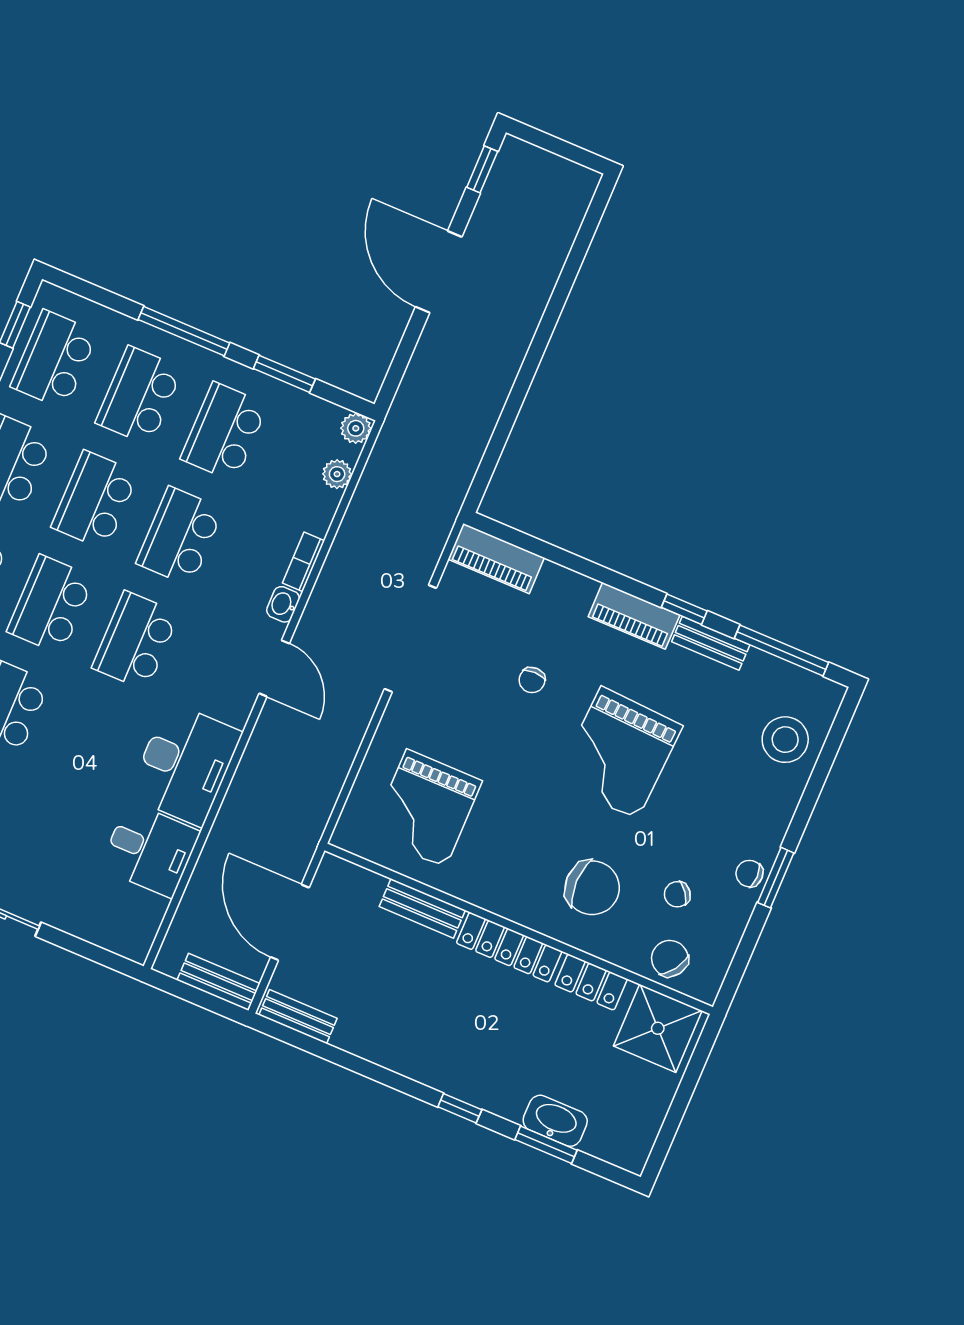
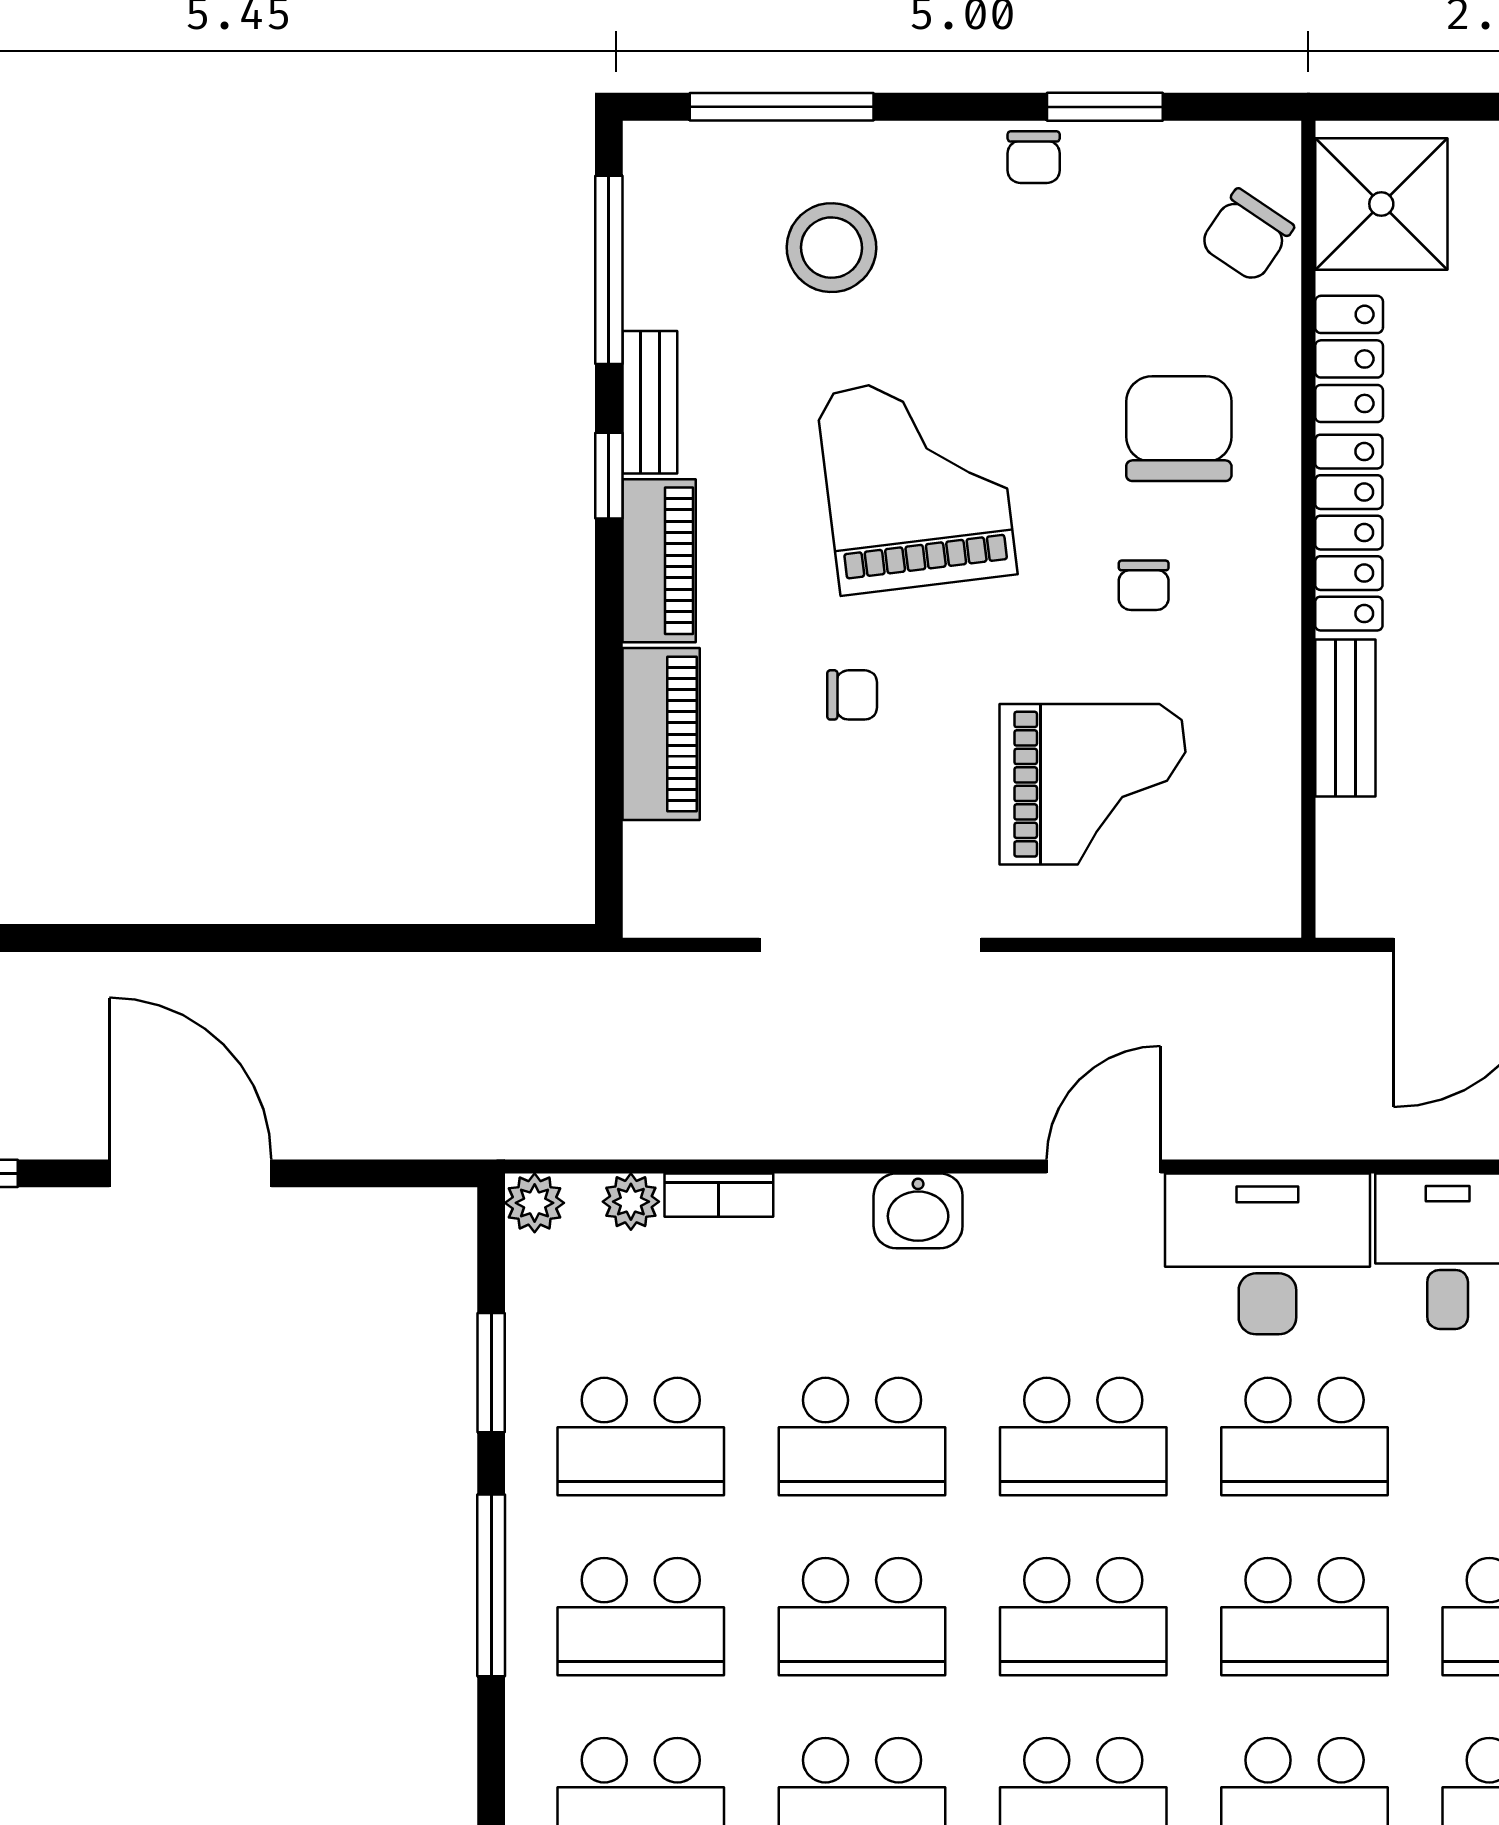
door: (439, 272) -> (190, 1173), swing flipped
piano: (496, 559) -> (661, 734), moved
bookcase: (303, 562) -> (719, 1195), moved
washbasin: (283, 604) -> (918, 1211), width x1.38, depth x1.45
door: (274, 668) -> (1104, 1166), moved
stool: (785, 740) -> (831, 248), moved
school desk: (91, 745) -> (1305, 1437), added
grand piano: (619, 753) -> (917, 483), turned -100
window: (824, 765) -> (782, 107), added
grand piano: (426, 808) -> (1093, 784), moved
window: (776, 878) -> (1105, 107), moved
chair: (677, 894) -> (1144, 585), moved, turned 37

